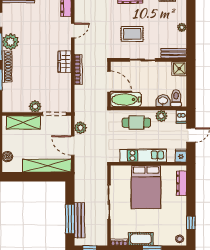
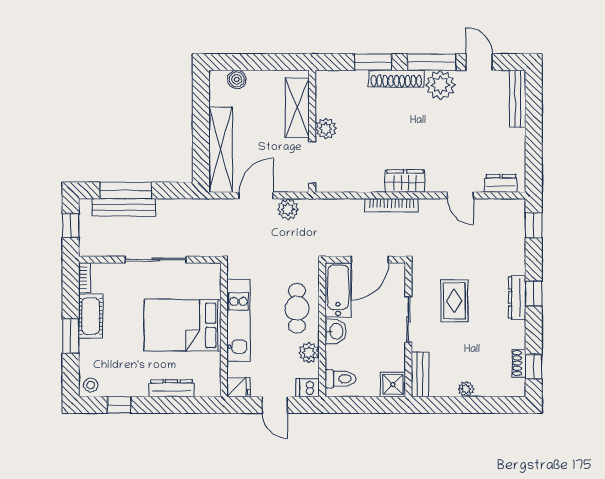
washbasin: (163, 101) -> (336, 331), moved
dresser: (181, 183) -> (172, 388), moved

